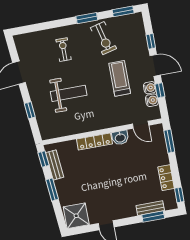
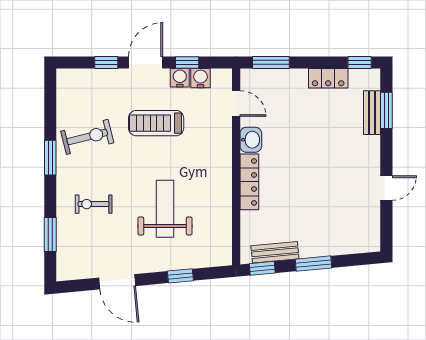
window: (123, 11) -> (50, 235), moved
door: (141, 125) -> (236, 103), hinge flipped
shower: (76, 216) -> (362, 233), removed

